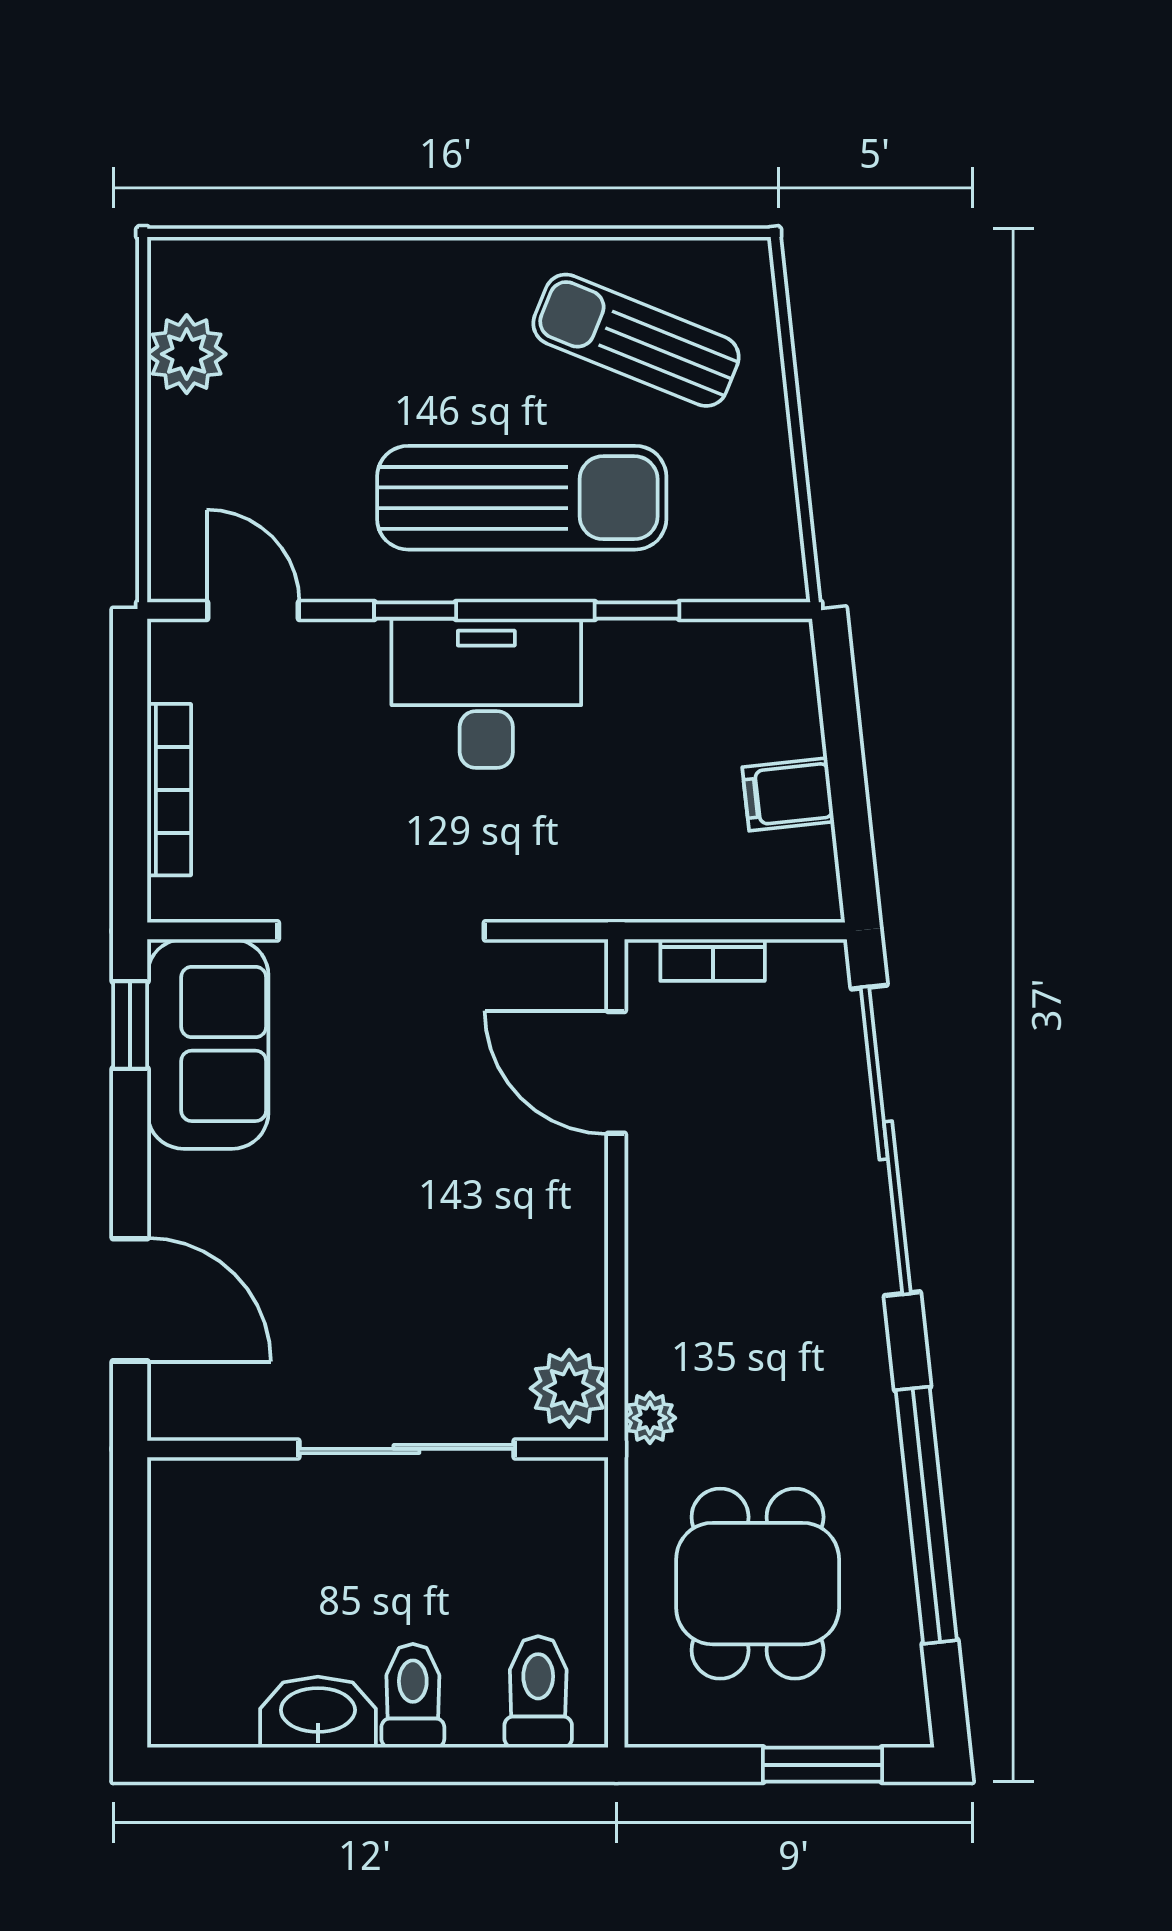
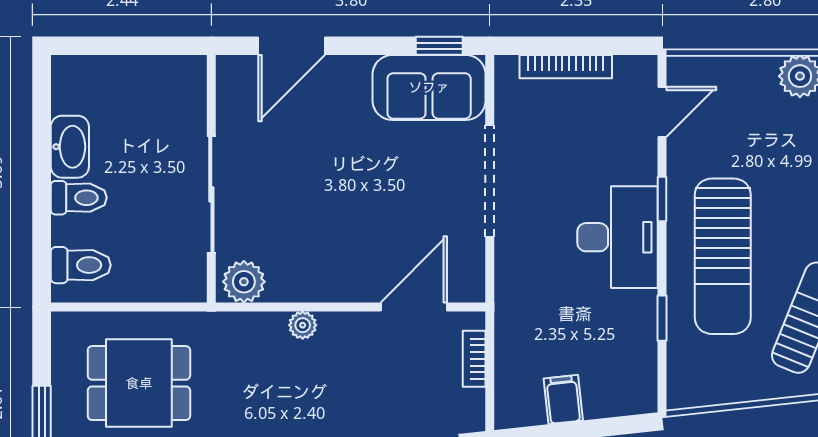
plant: (650, 1418) -> (303, 325), moved

